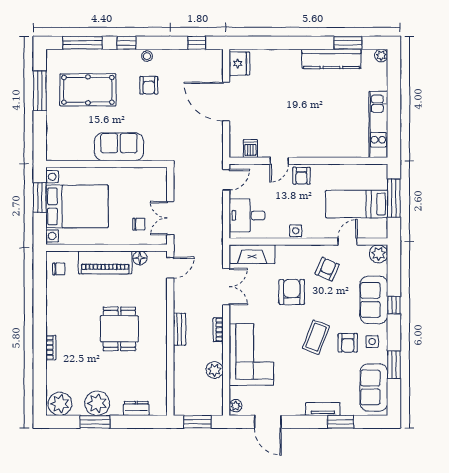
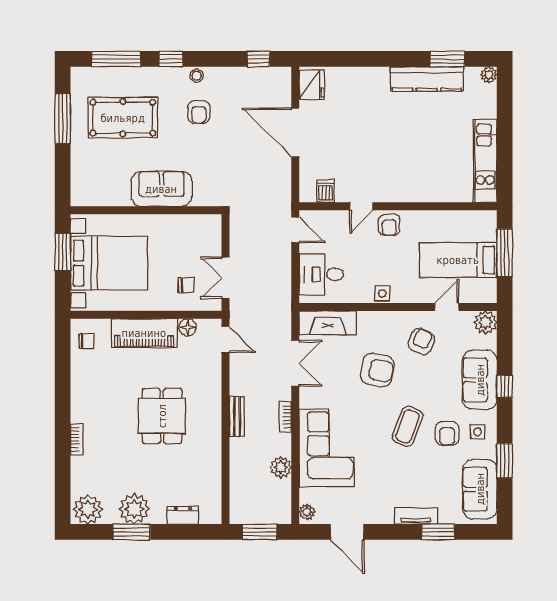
door: (226, 180) -> (295, 230), hinge flipped
door: (170, 268) -> (225, 340), hinge flipped
armchair: (292, 292) -> (377, 370), turned 100

